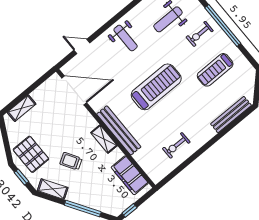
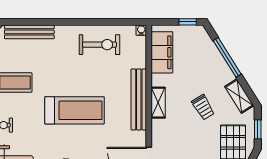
treadmill: (156, 87) -> (75, 110), turned 180
exercise bike: (176, 145) -> (100, 45), width x1.38, depth x1.39
water cooler: (156, 179) -> (141, 30), added

